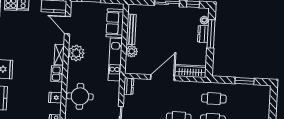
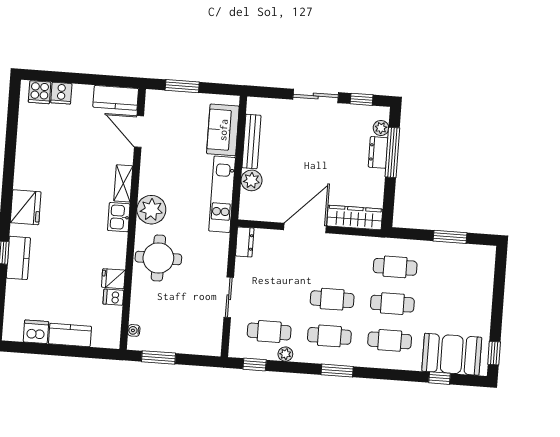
plant: (76, 53) -> (151, 210), moved
fridge: (55, 98) -> (113, 279), moved

